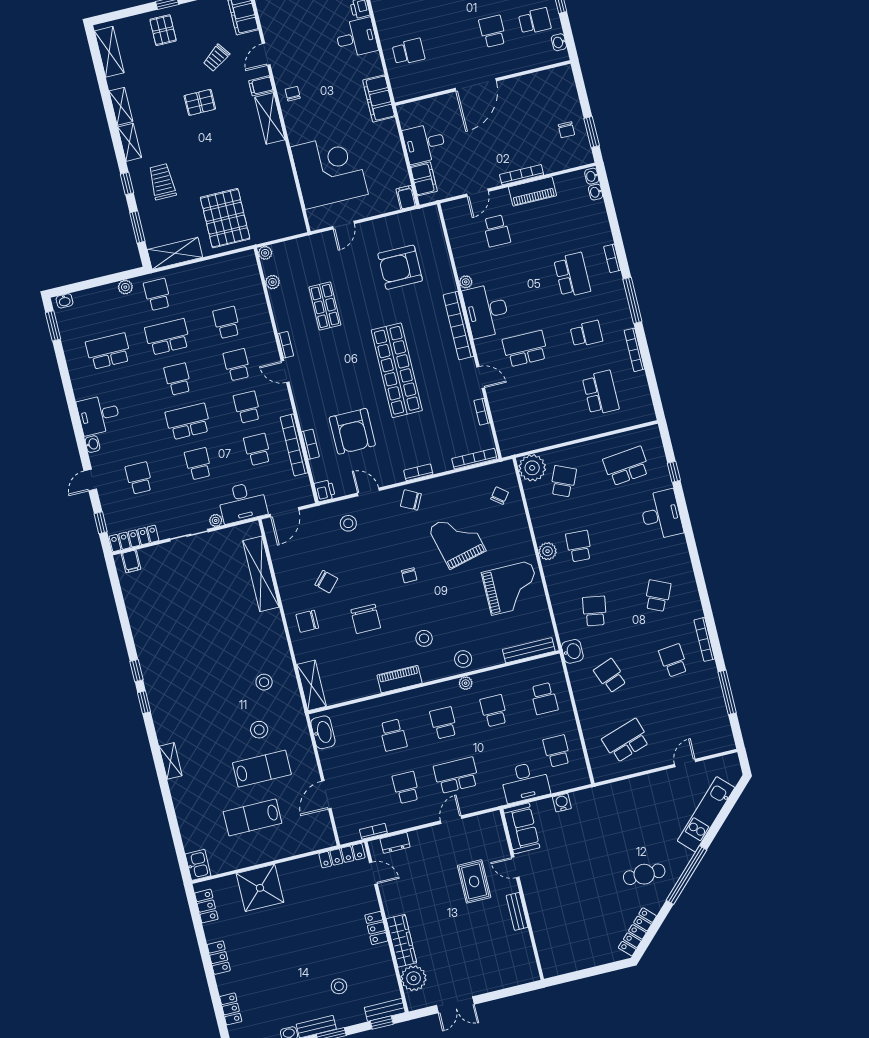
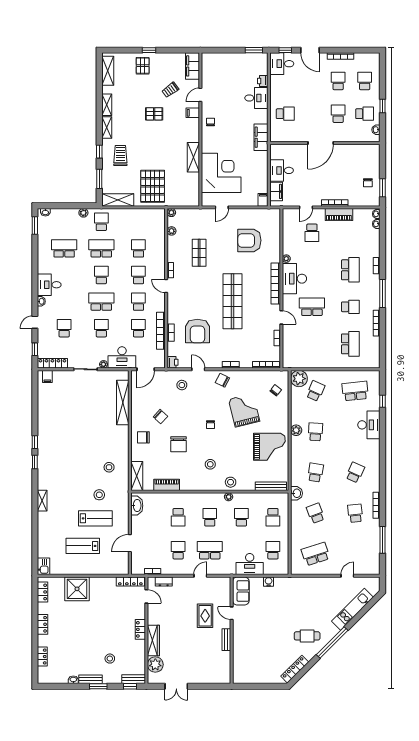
shelving: (270, 118) -> (193, 157), moved
piano: (399, 679) -> (167, 485), moved

